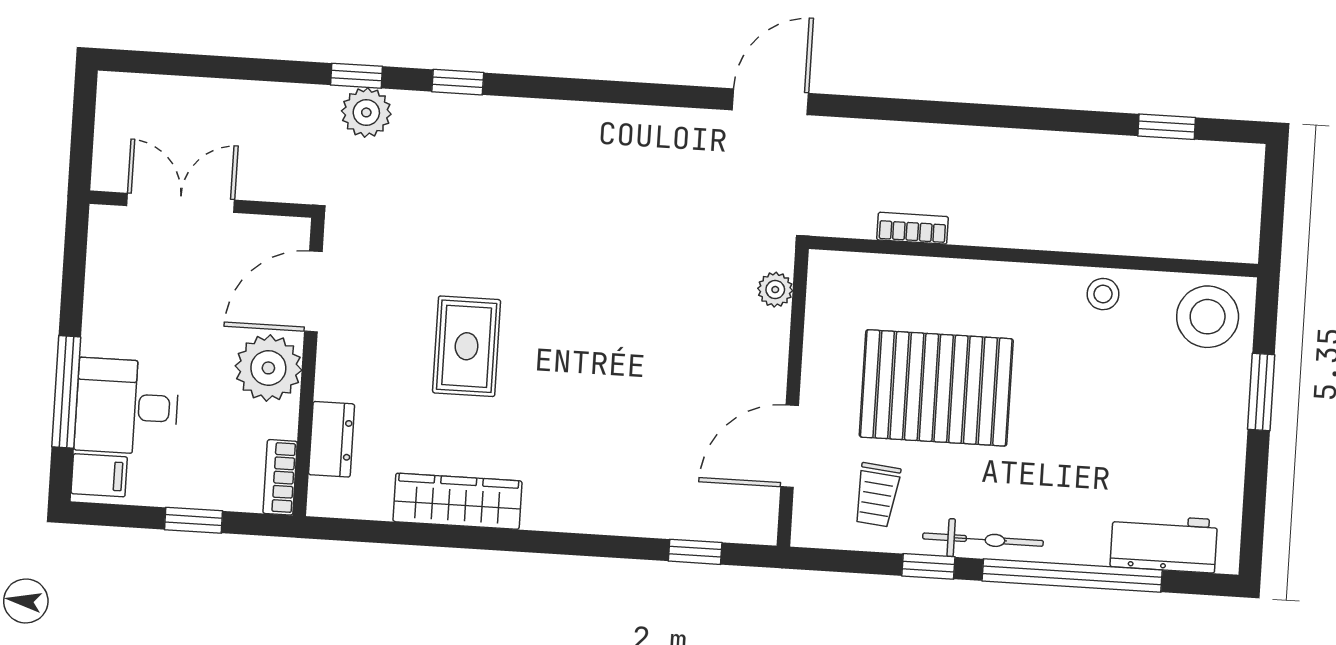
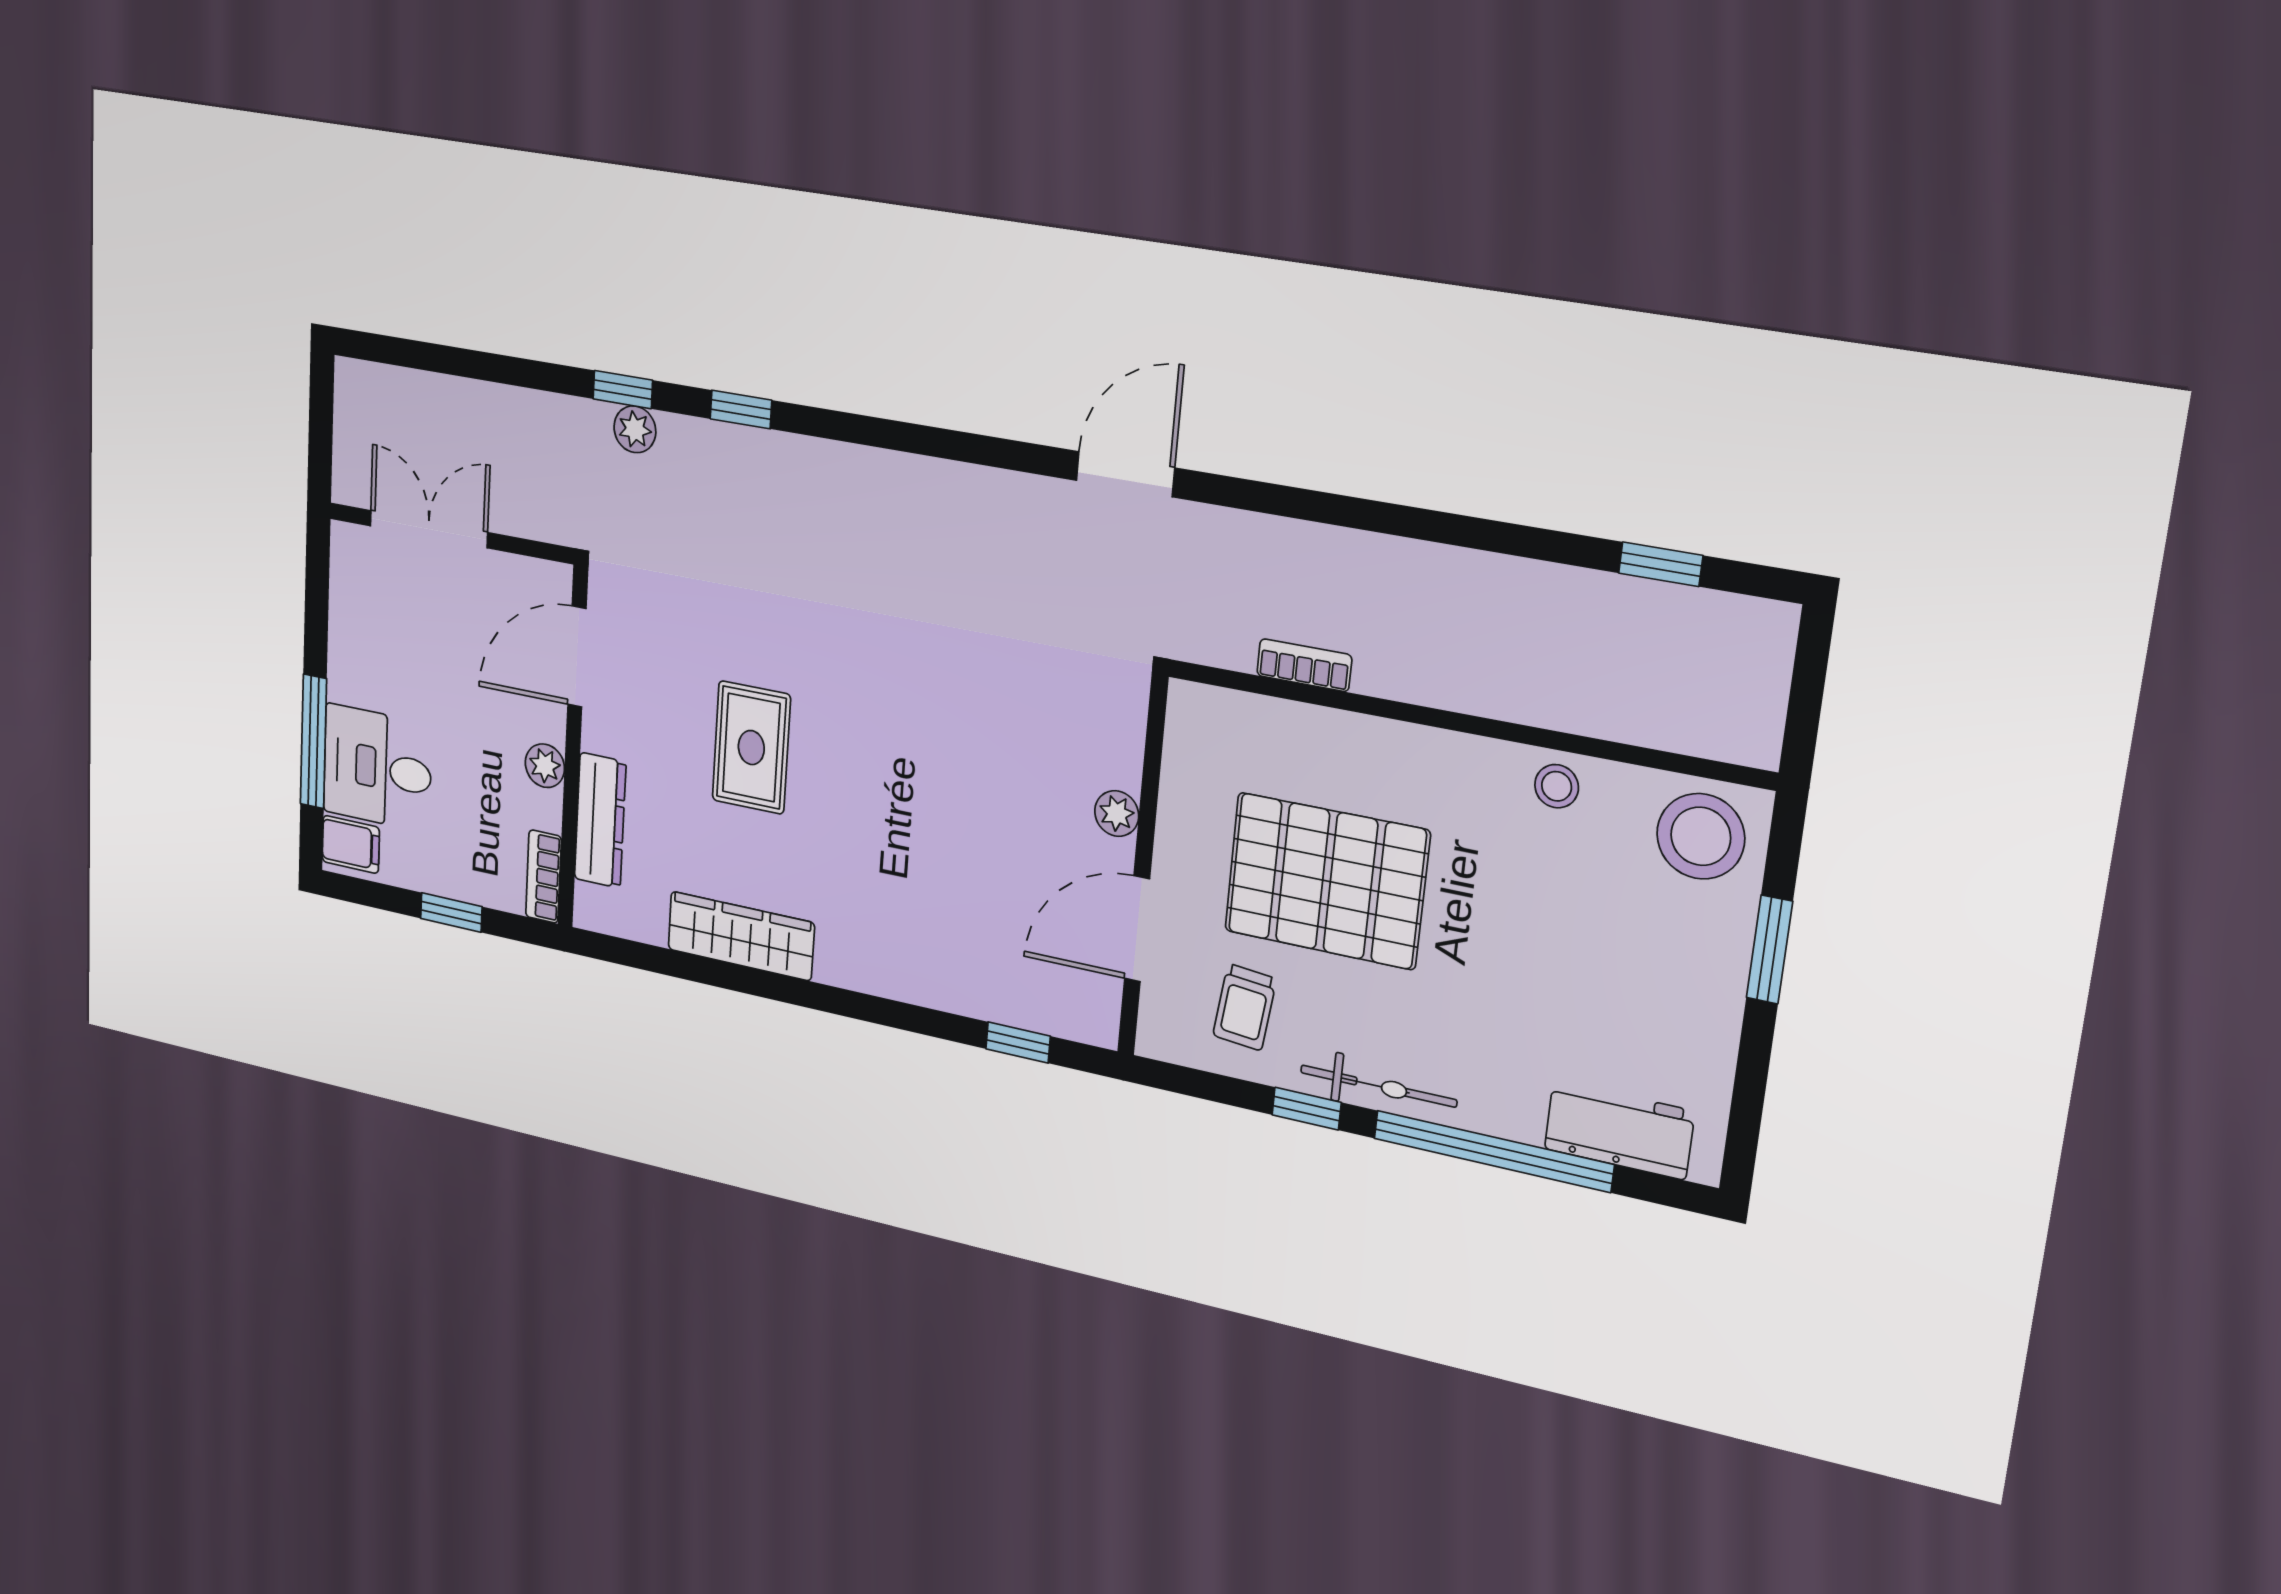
plant: (366, 112) -> (635, 429), width x0.73, depth x0.73
plant: (775, 290) -> (1117, 814), moved
plant: (268, 368) -> (545, 766), width x0.53, depth x0.53
dresser: (332, 439) -> (600, 820), width x1.44

